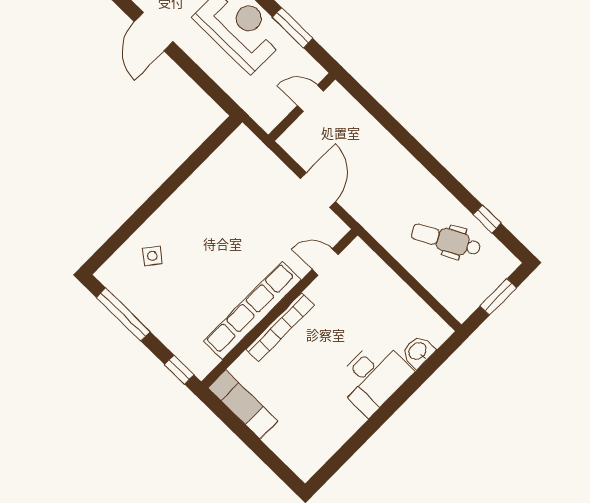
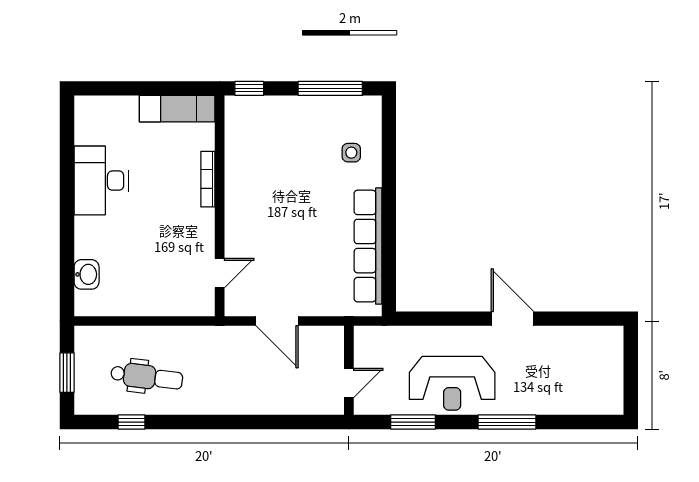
dental chair: (446, 240) -> (147, 377), turned 36
side table: (152, 256) -> (351, 153), turned -38
row of seats: (252, 310) -> (368, 246), moved, turned 180
bookcase: (280, 327) -> (208, 179), width x0.68, depth x0.76
desk: (373, 377) -> (101, 181), moved

